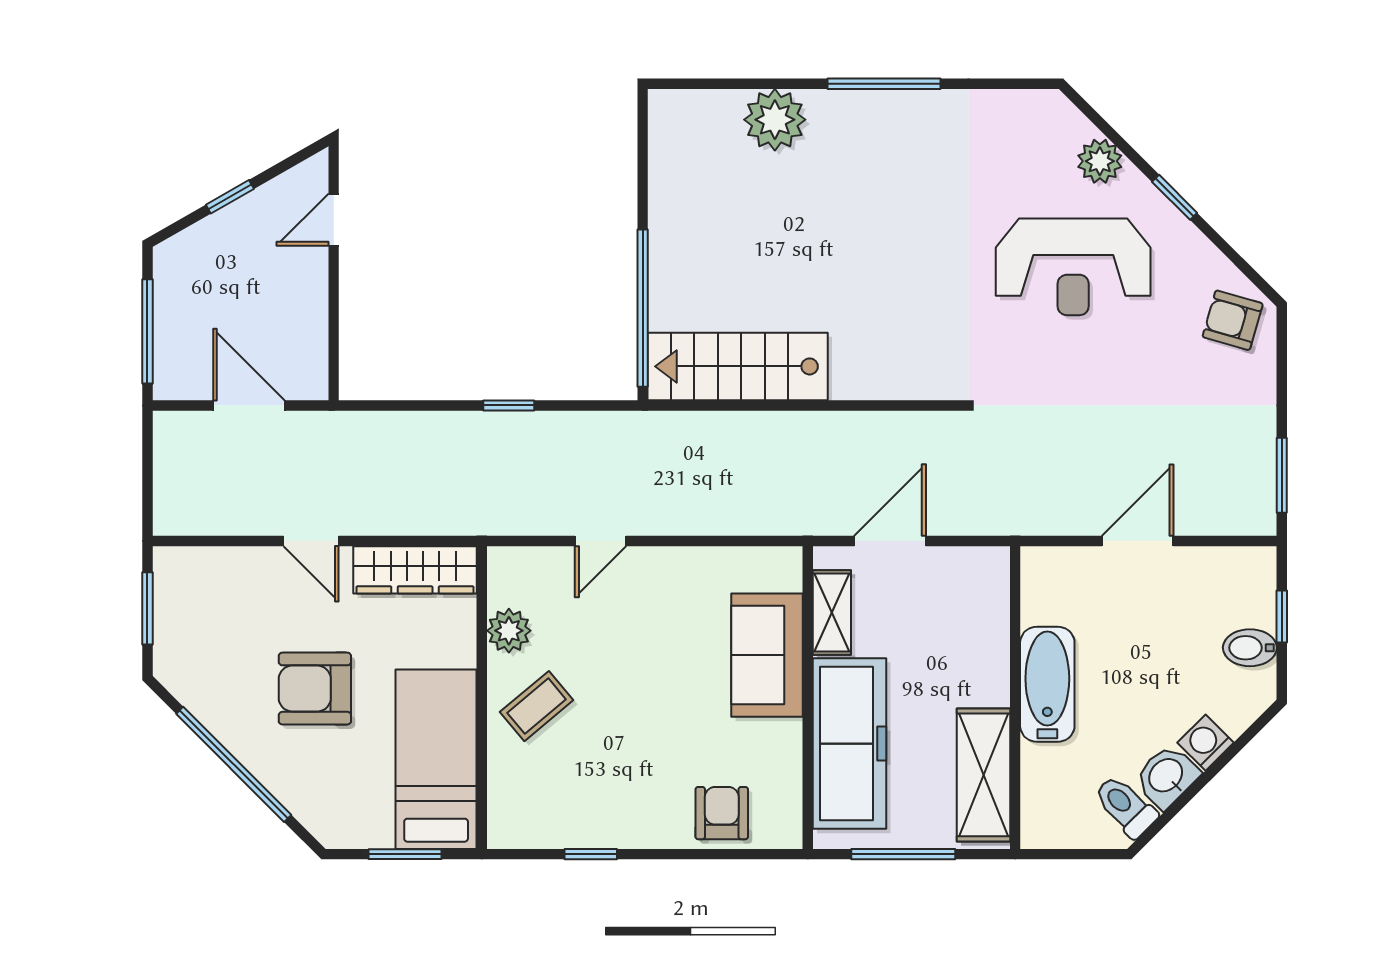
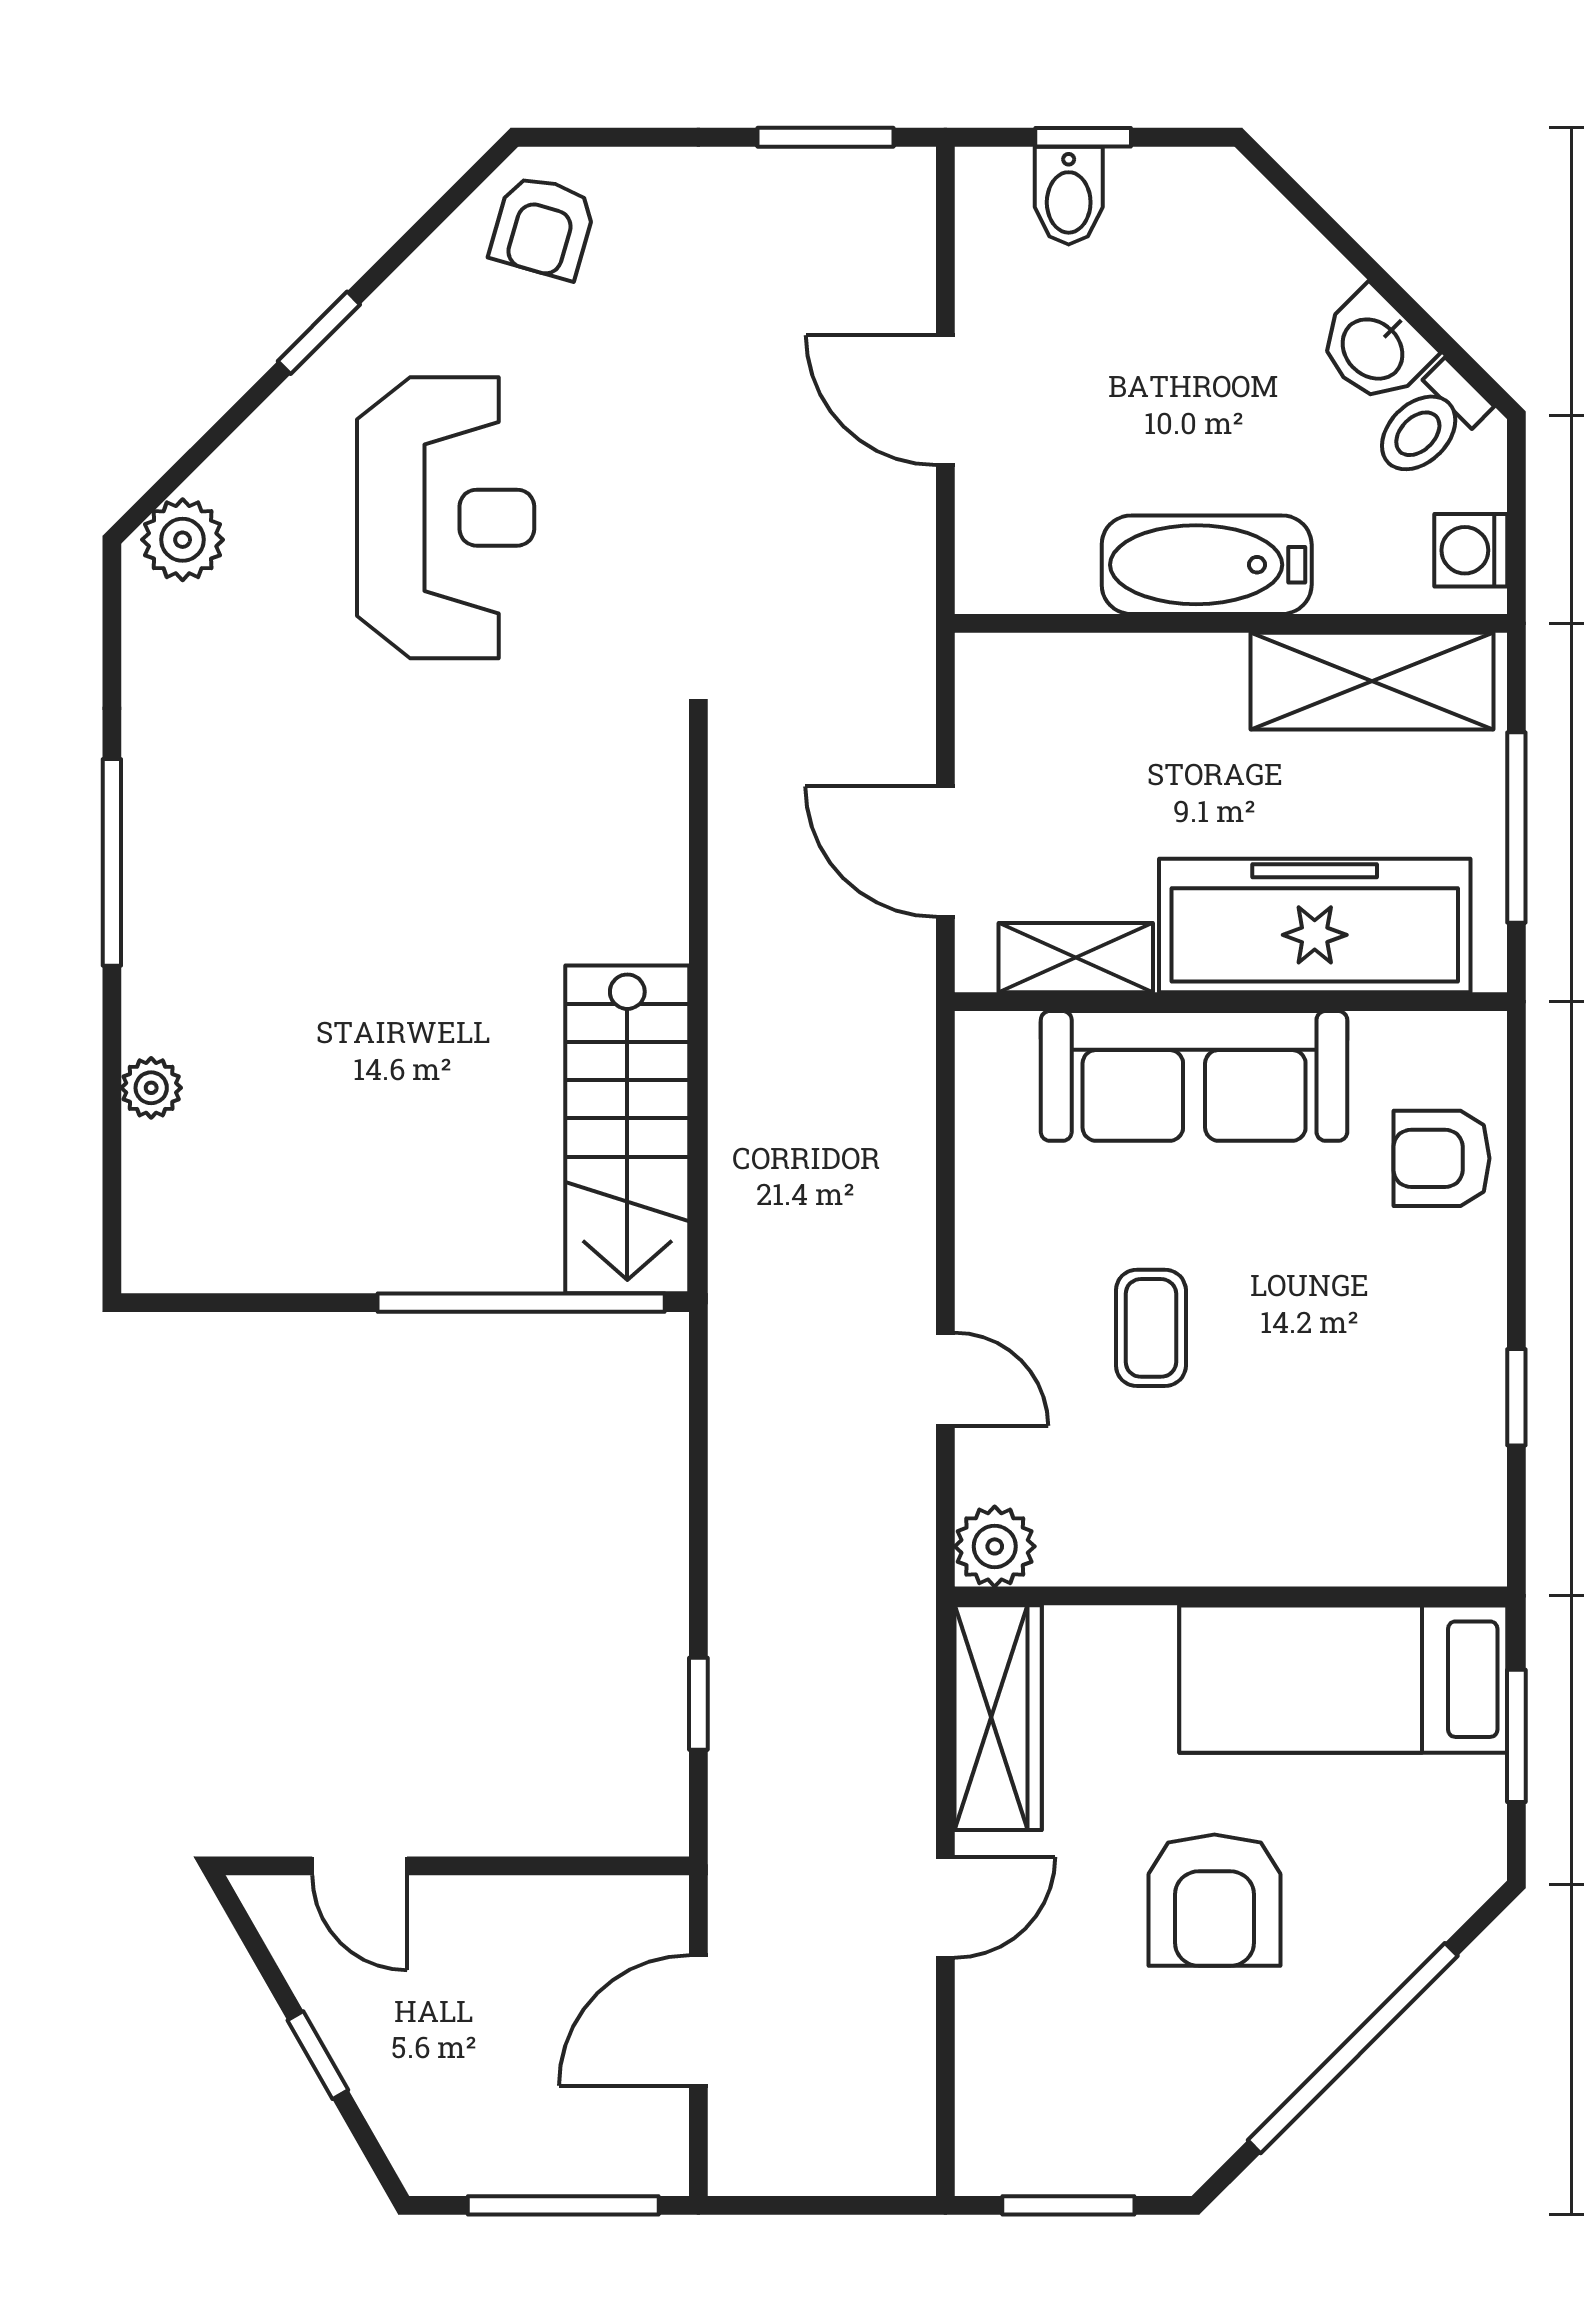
plant: (775, 120) -> (151, 1088), width x0.53, depth x0.53
plant: (1100, 161) -> (183, 540), moved
window: (509, 405) -> (698, 1704), moved
plant: (509, 631) -> (995, 1546), moved
bidet: (1250, 648) -> (1069, 196), moved
sofa: (767, 655) -> (1194, 1076), width x1.36
coffee table: (537, 706) -> (1151, 1328), moved, turned 40
washing machine: (1206, 743) -> (1471, 550), moved, turned 45

